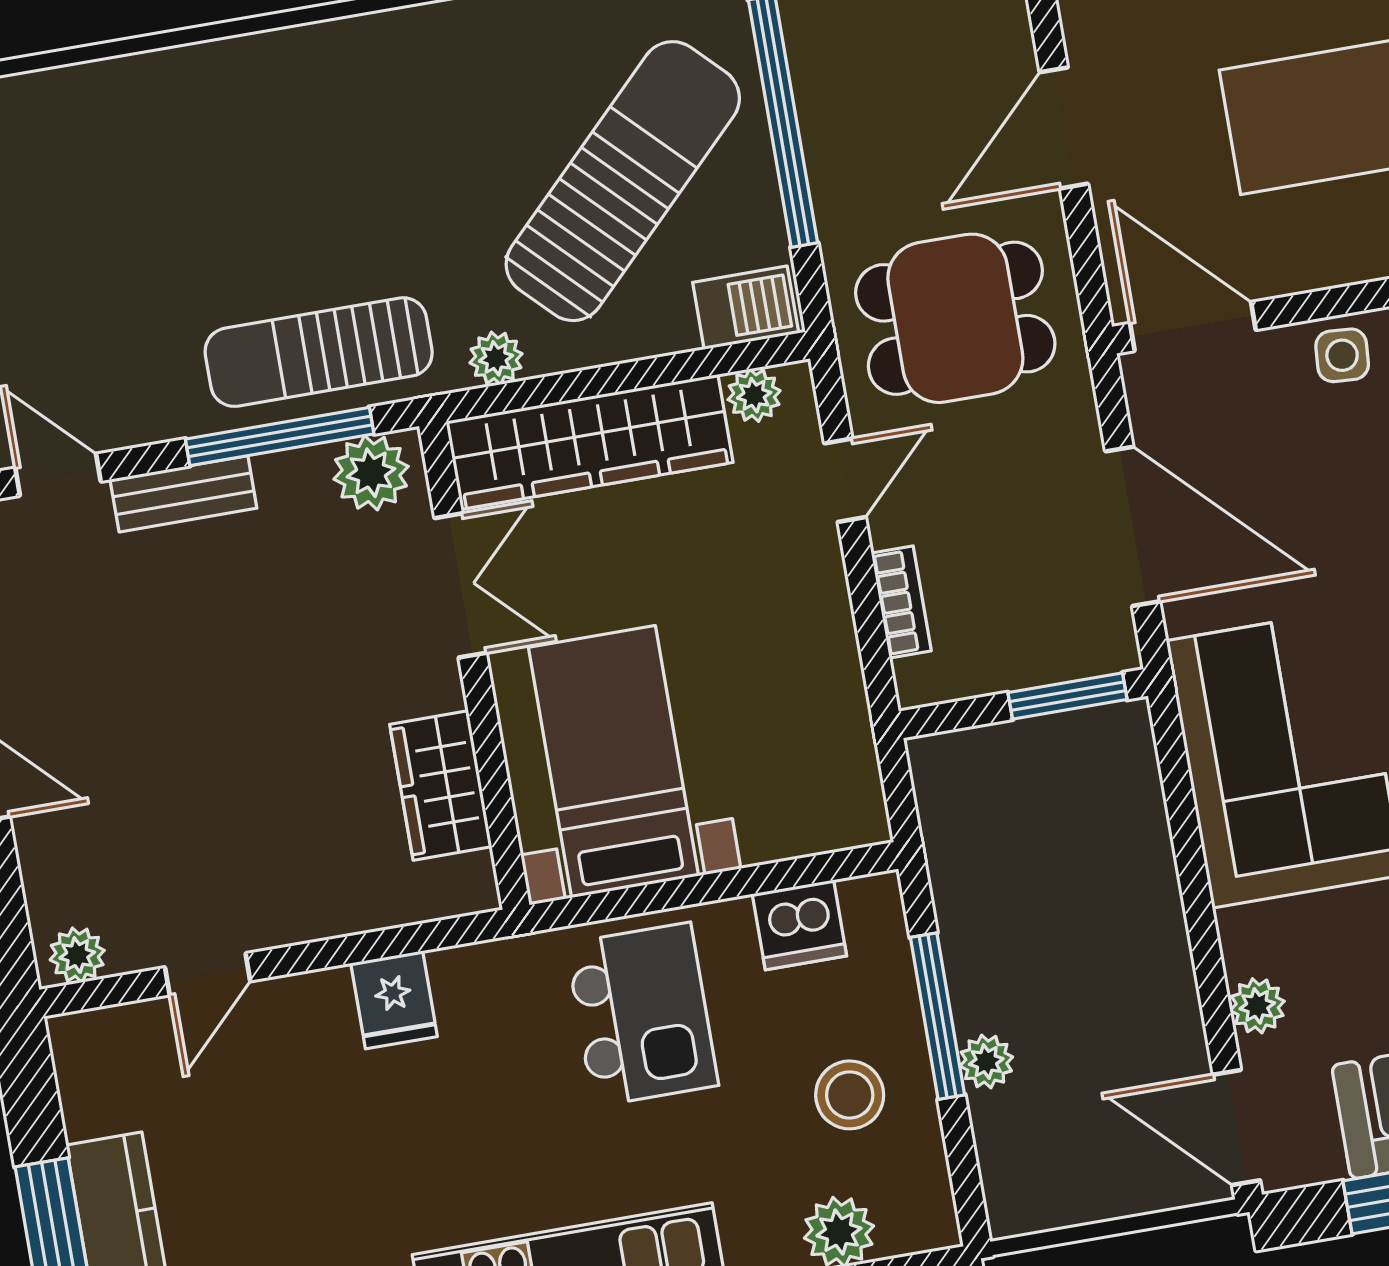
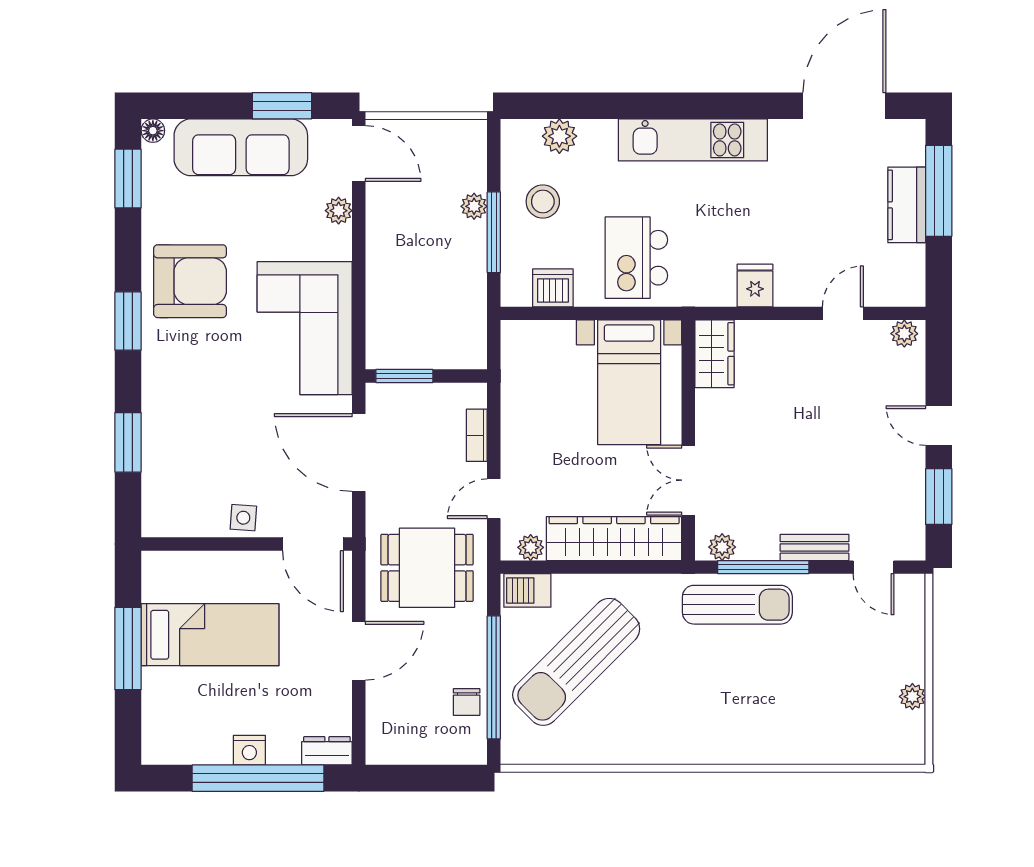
chair: (829, 62) -> (467, 702), added
plant: (496, 358) -> (652, 587), removed
plant: (371, 473) -> (722, 547), width x0.73, depth x0.73
wardrobe: (441, 785) -> (715, 354), moved

